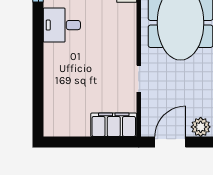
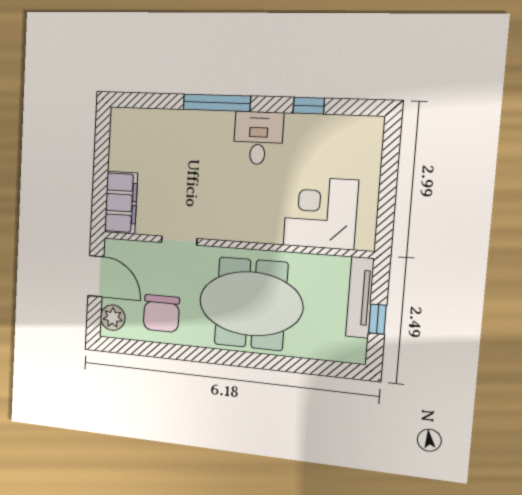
window: (38, 57) -> (217, 103), added
chair: (194, 89) -> (161, 313), added

